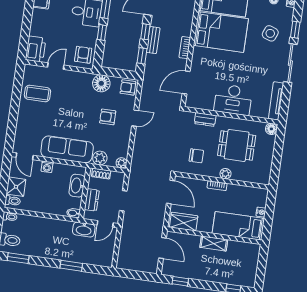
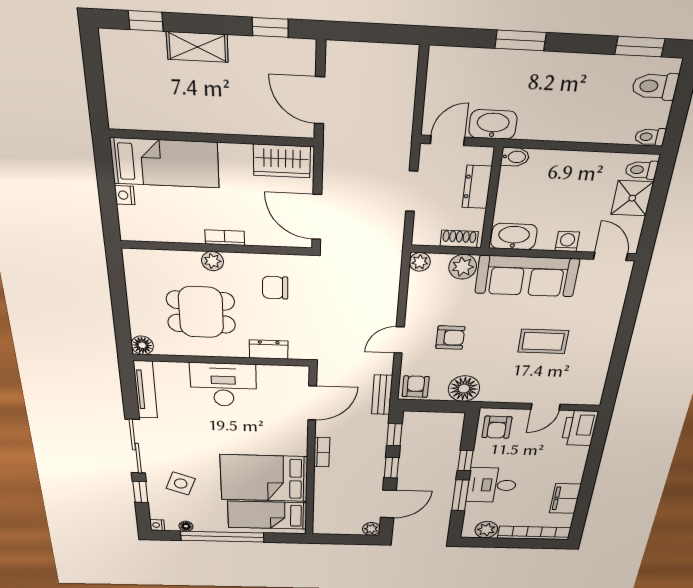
bench: (153, 40) -> (382, 395), moved
armchair: (128, 87) -> (416, 387), turned -90
coffee table: (37, 93) -> (543, 341), moved
washbasin: (77, 186) -> (514, 236), moved, turned -90
shelving: (214, 243) -> (197, 47), moved

